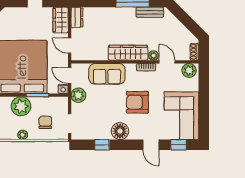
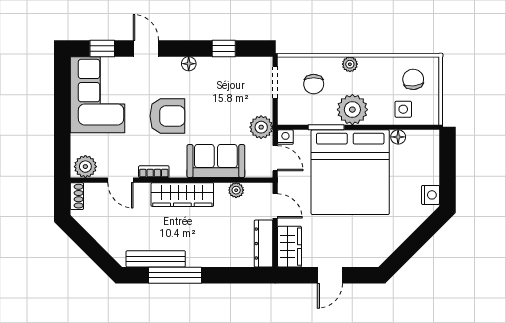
bench: (150, 12) -> (156, 259), width x1.36
dresser: (77, 17) -> (263, 244), width x1.44
plant: (153, 56) -> (236, 190), moved
floor lamp: (120, 131) -> (189, 64), width x0.53, depth x0.53

